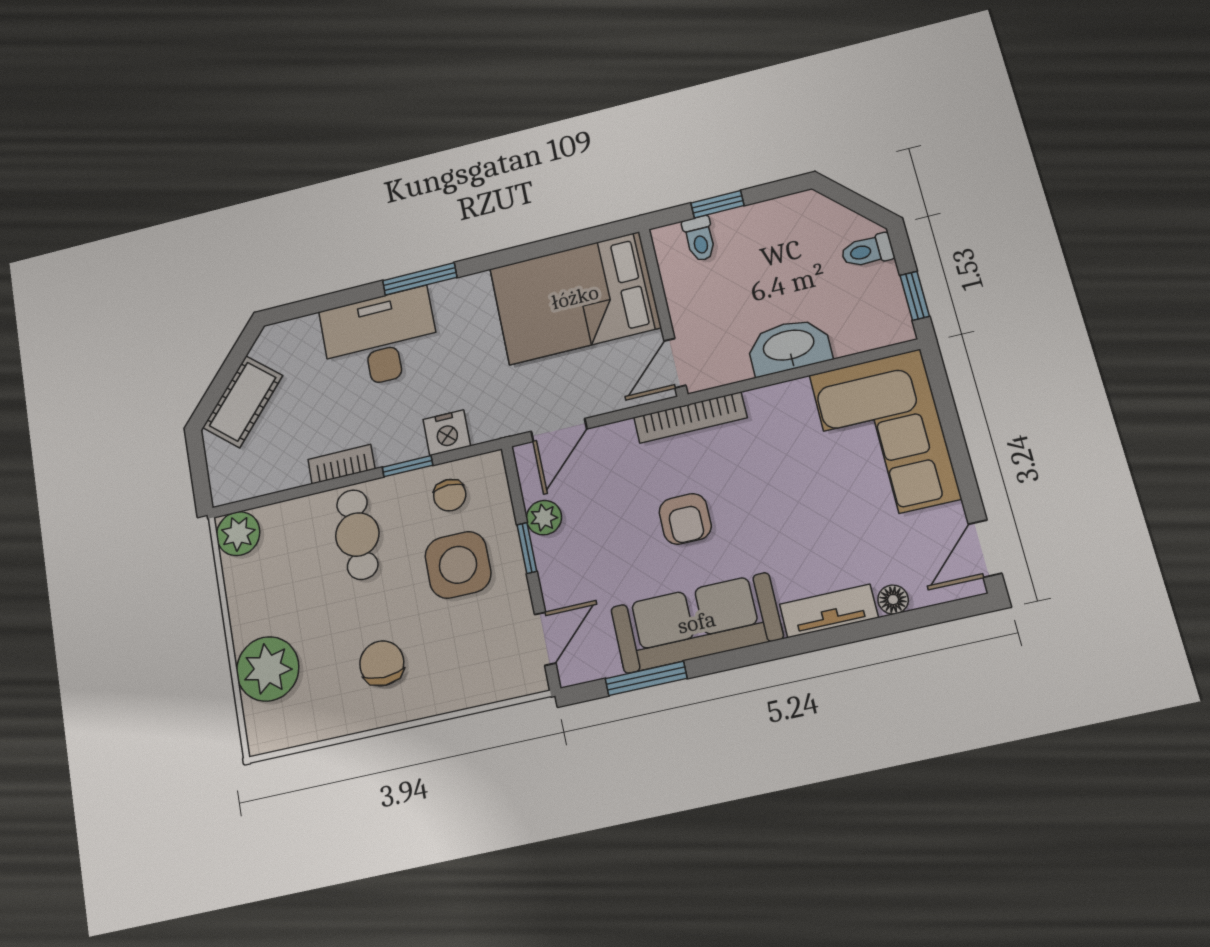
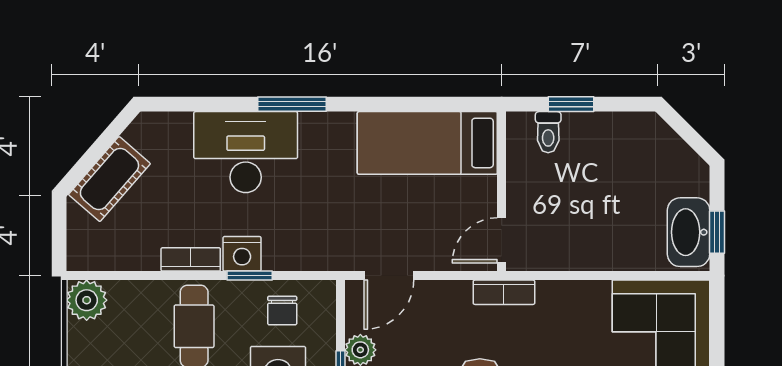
toilet: (867, 251) -> (688, 181), removed
bed: (575, 298) -> (427, 143), width x0.67
washbasin: (789, 346) -> (689, 232), moved, turned -90
bookcase: (690, 418) -> (504, 292), width x0.64
nightstand: (447, 433) -> (242, 254), moved

